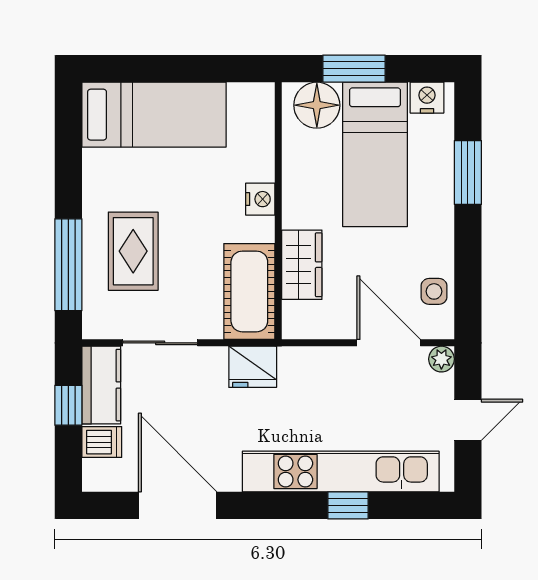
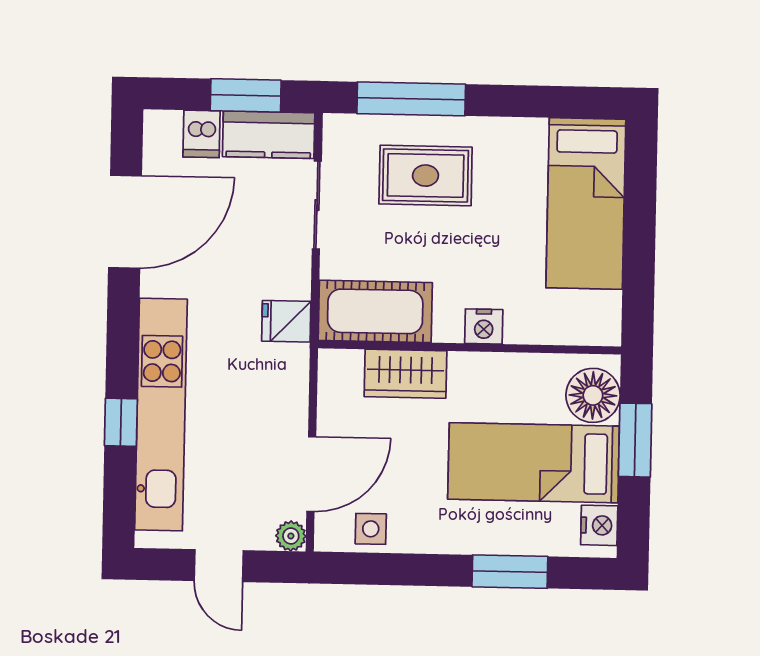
fridge: (253, 367) -> (286, 321), width x0.72
window: (68, 405) -> (246, 95), width x1.50

